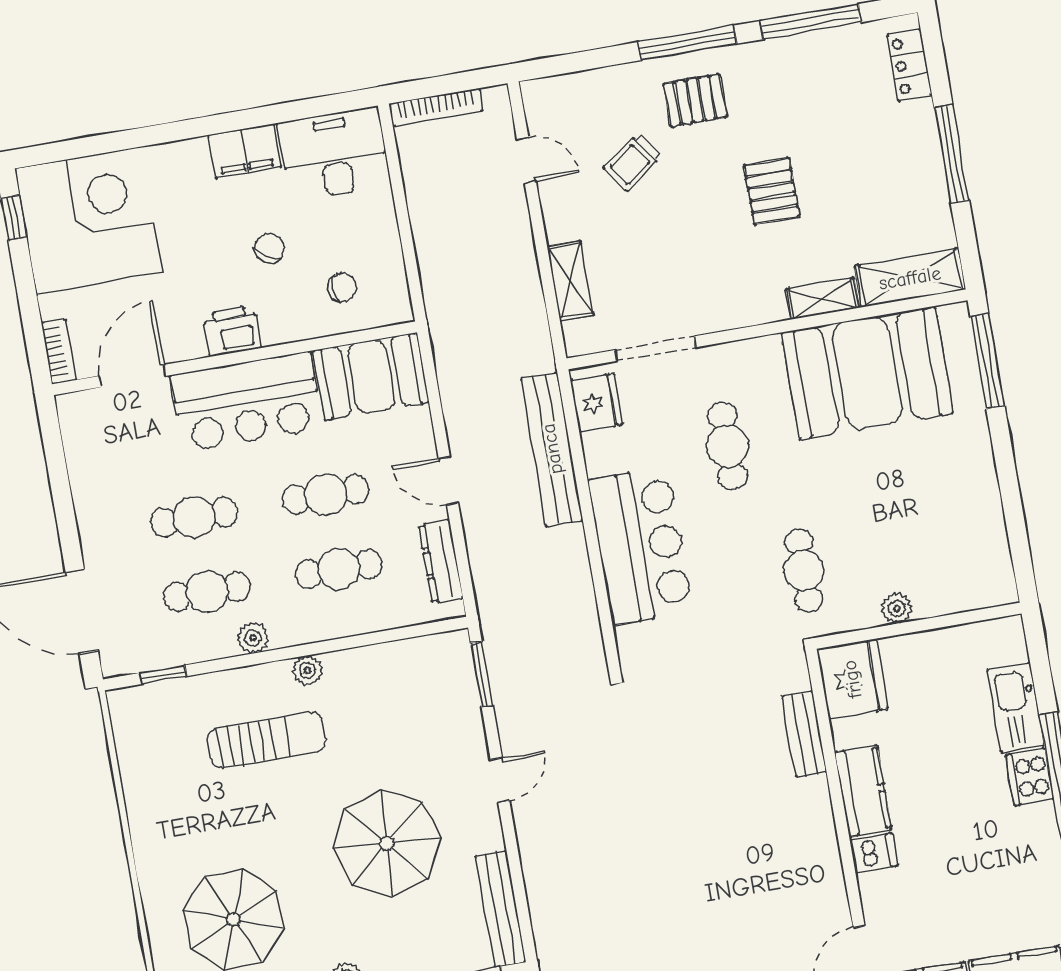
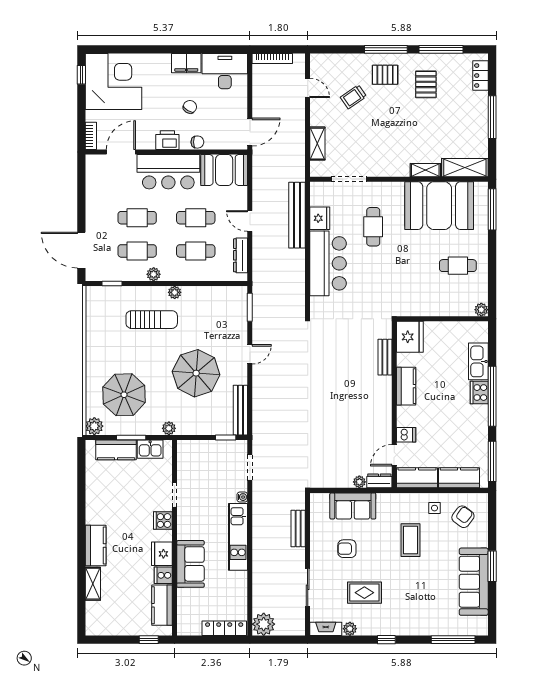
pallet: (772, 191) -> (426, 84), moved
door: (414, 281) -> (250, 132), added
chair: (342, 287) -> (197, 142), moved
fridge: (597, 403) -> (320, 218), moved
cafe table: (804, 571) -> (458, 266), moved, turned 90
plant: (897, 608) -> (481, 310), moved
dishwasher: (874, 853) -> (406, 435), moved

